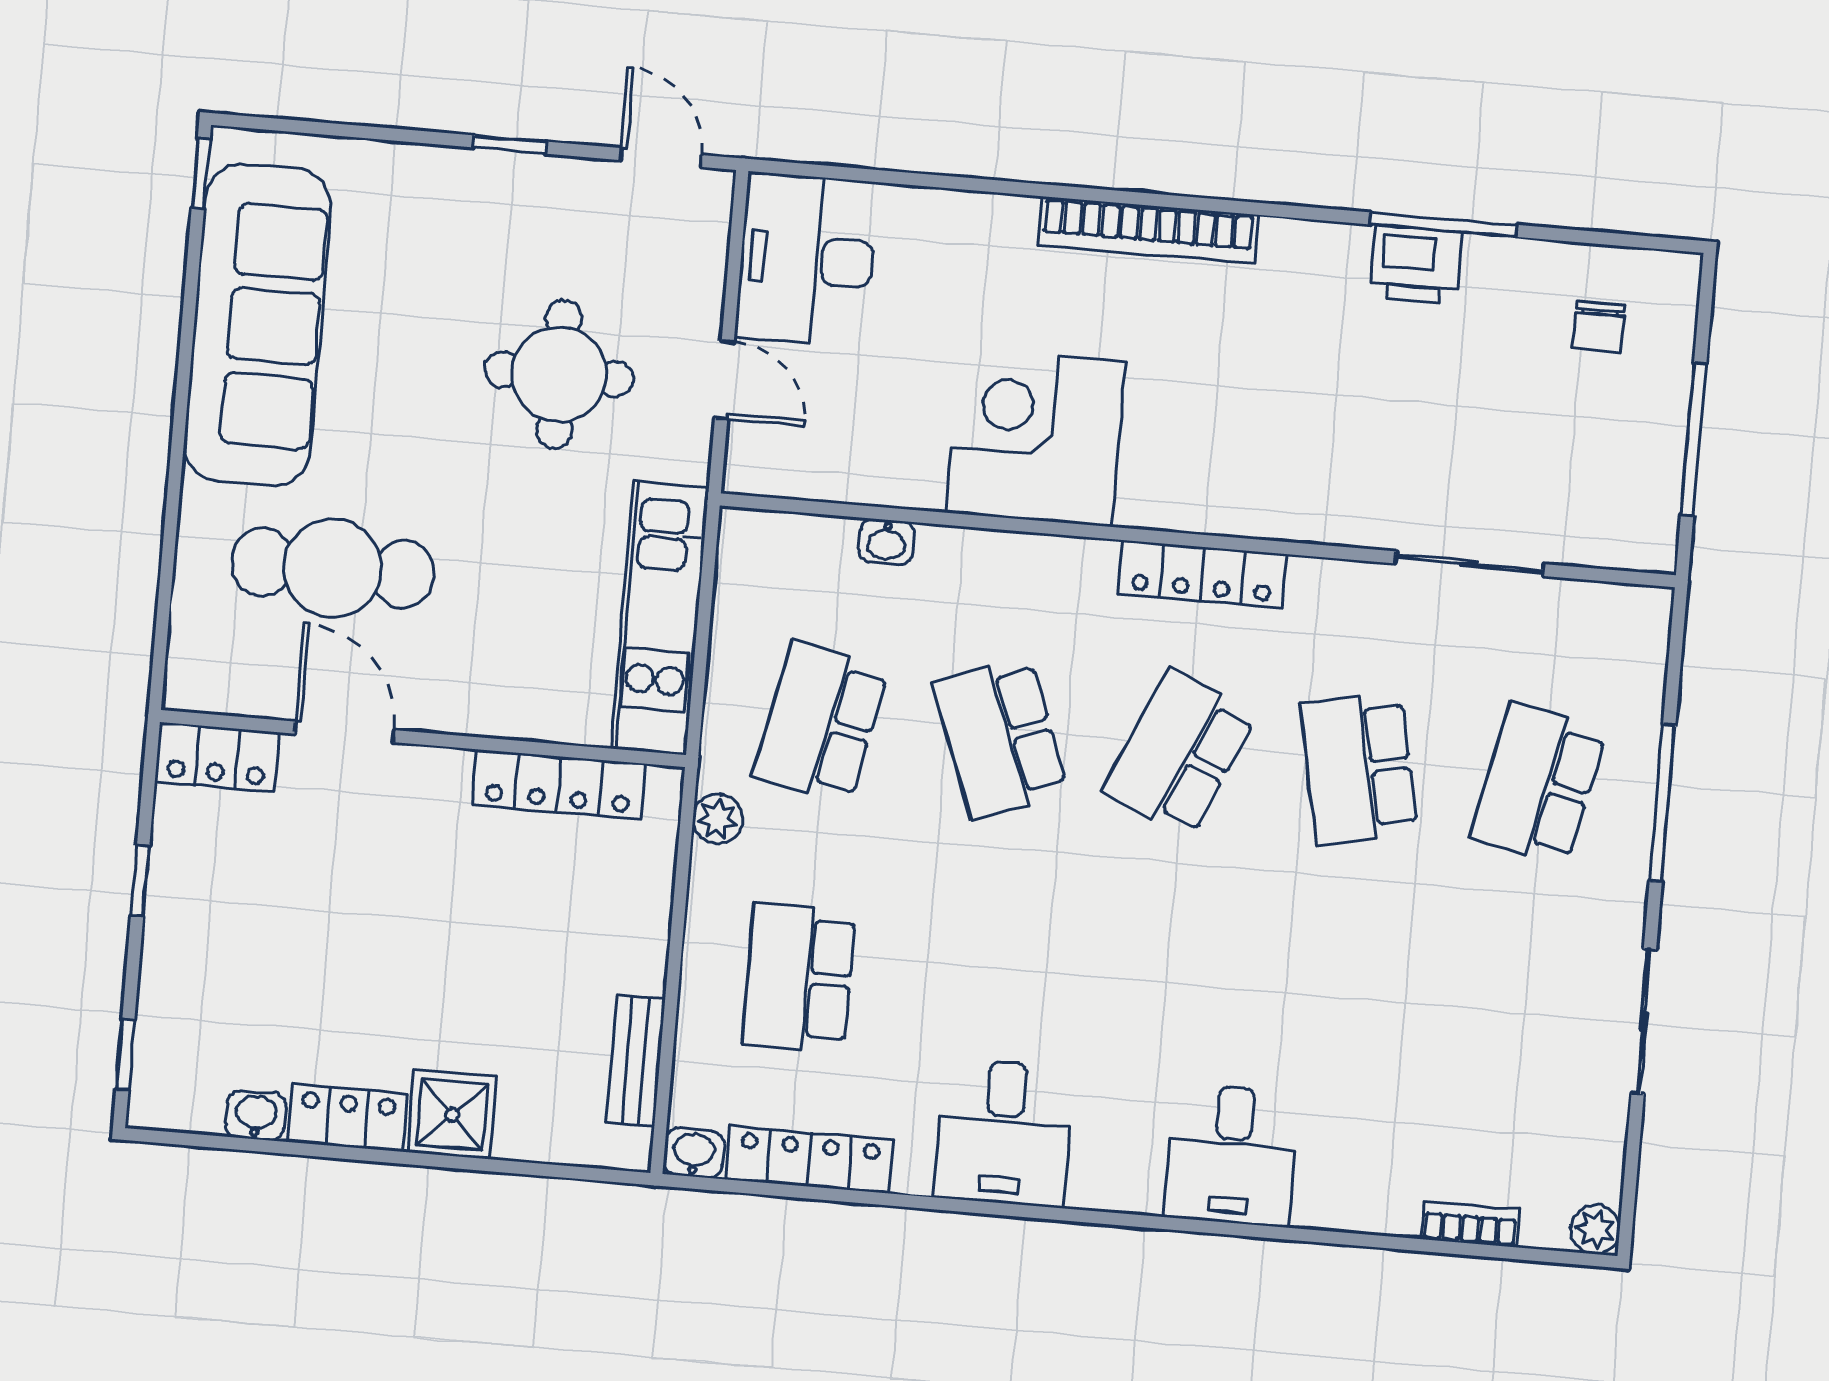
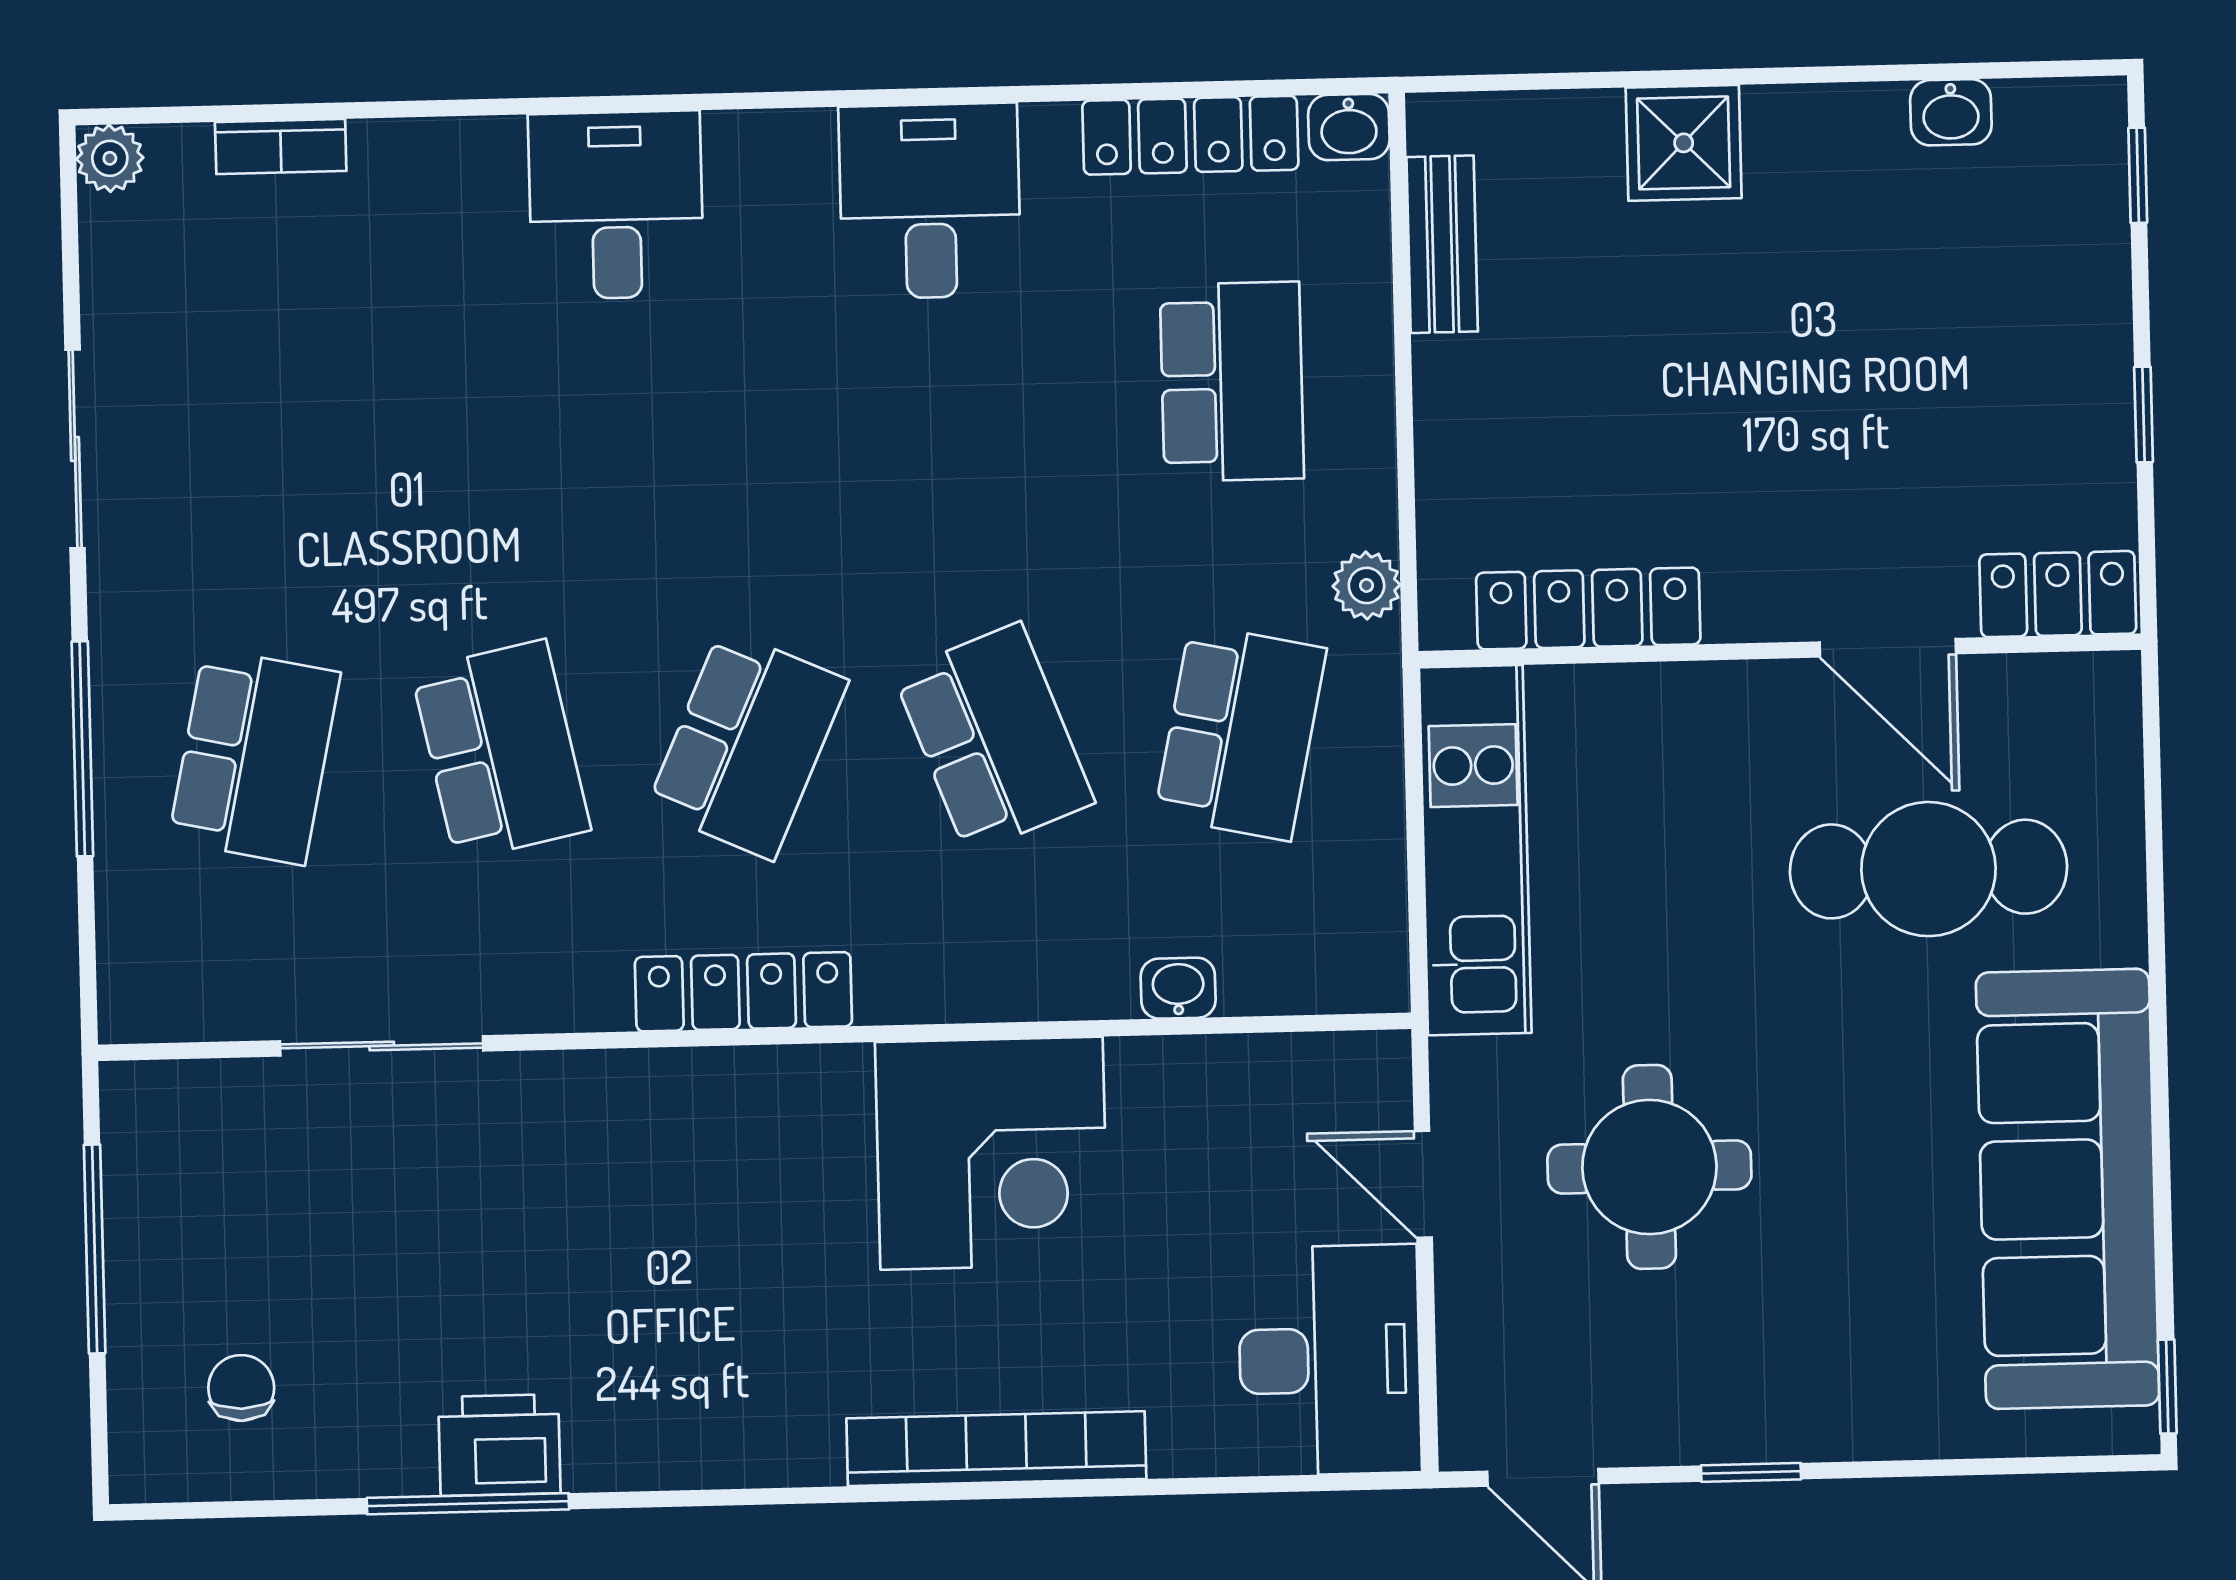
bookcase: (1148, 230) -> (996, 1449), moved
locker: (348, 1118) -> (1825, 123), removed

